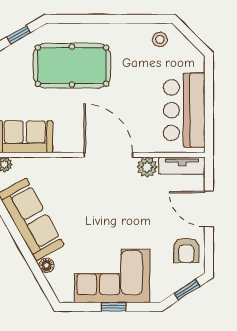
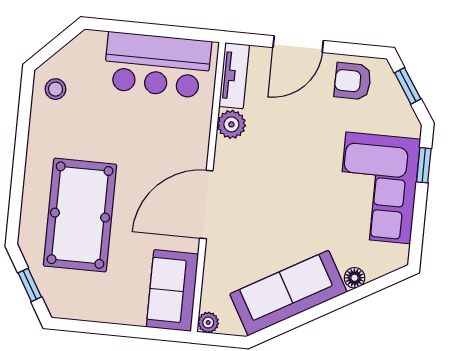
door: (108, 155) -> (206, 205), moved
armchair: (186, 250) -> (353, 81), turned 180
window: (114, 307) -> (424, 165), moved

